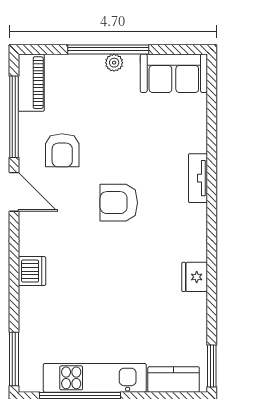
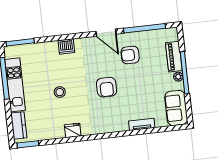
piano: (31, 83) -> (174, 57), moved, turned 90
tv unit: (198, 178) -> (142, 124), moved
door: (14, 192) -> (106, 33), hinge flipped
armchair: (119, 203) -> (107, 87), turned 180
stool: (118, 294) -> (60, 92), added

